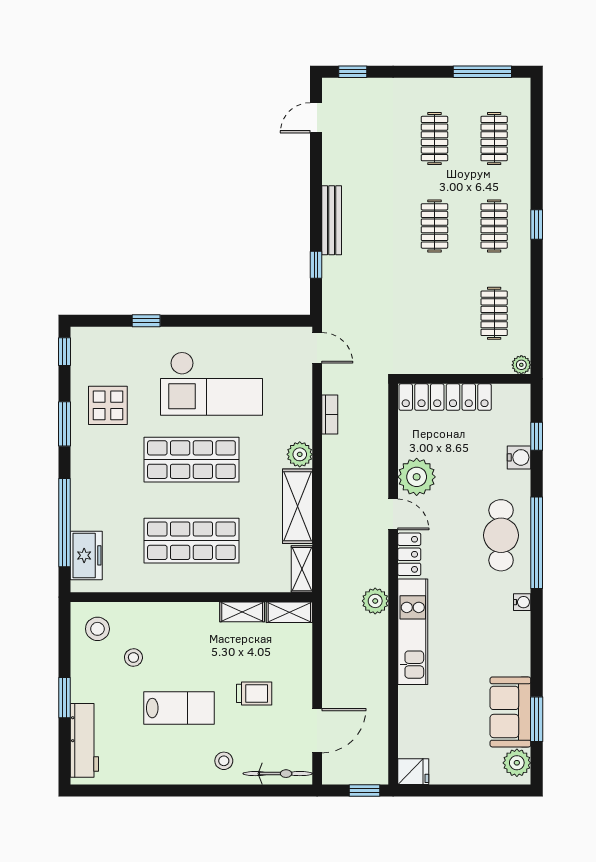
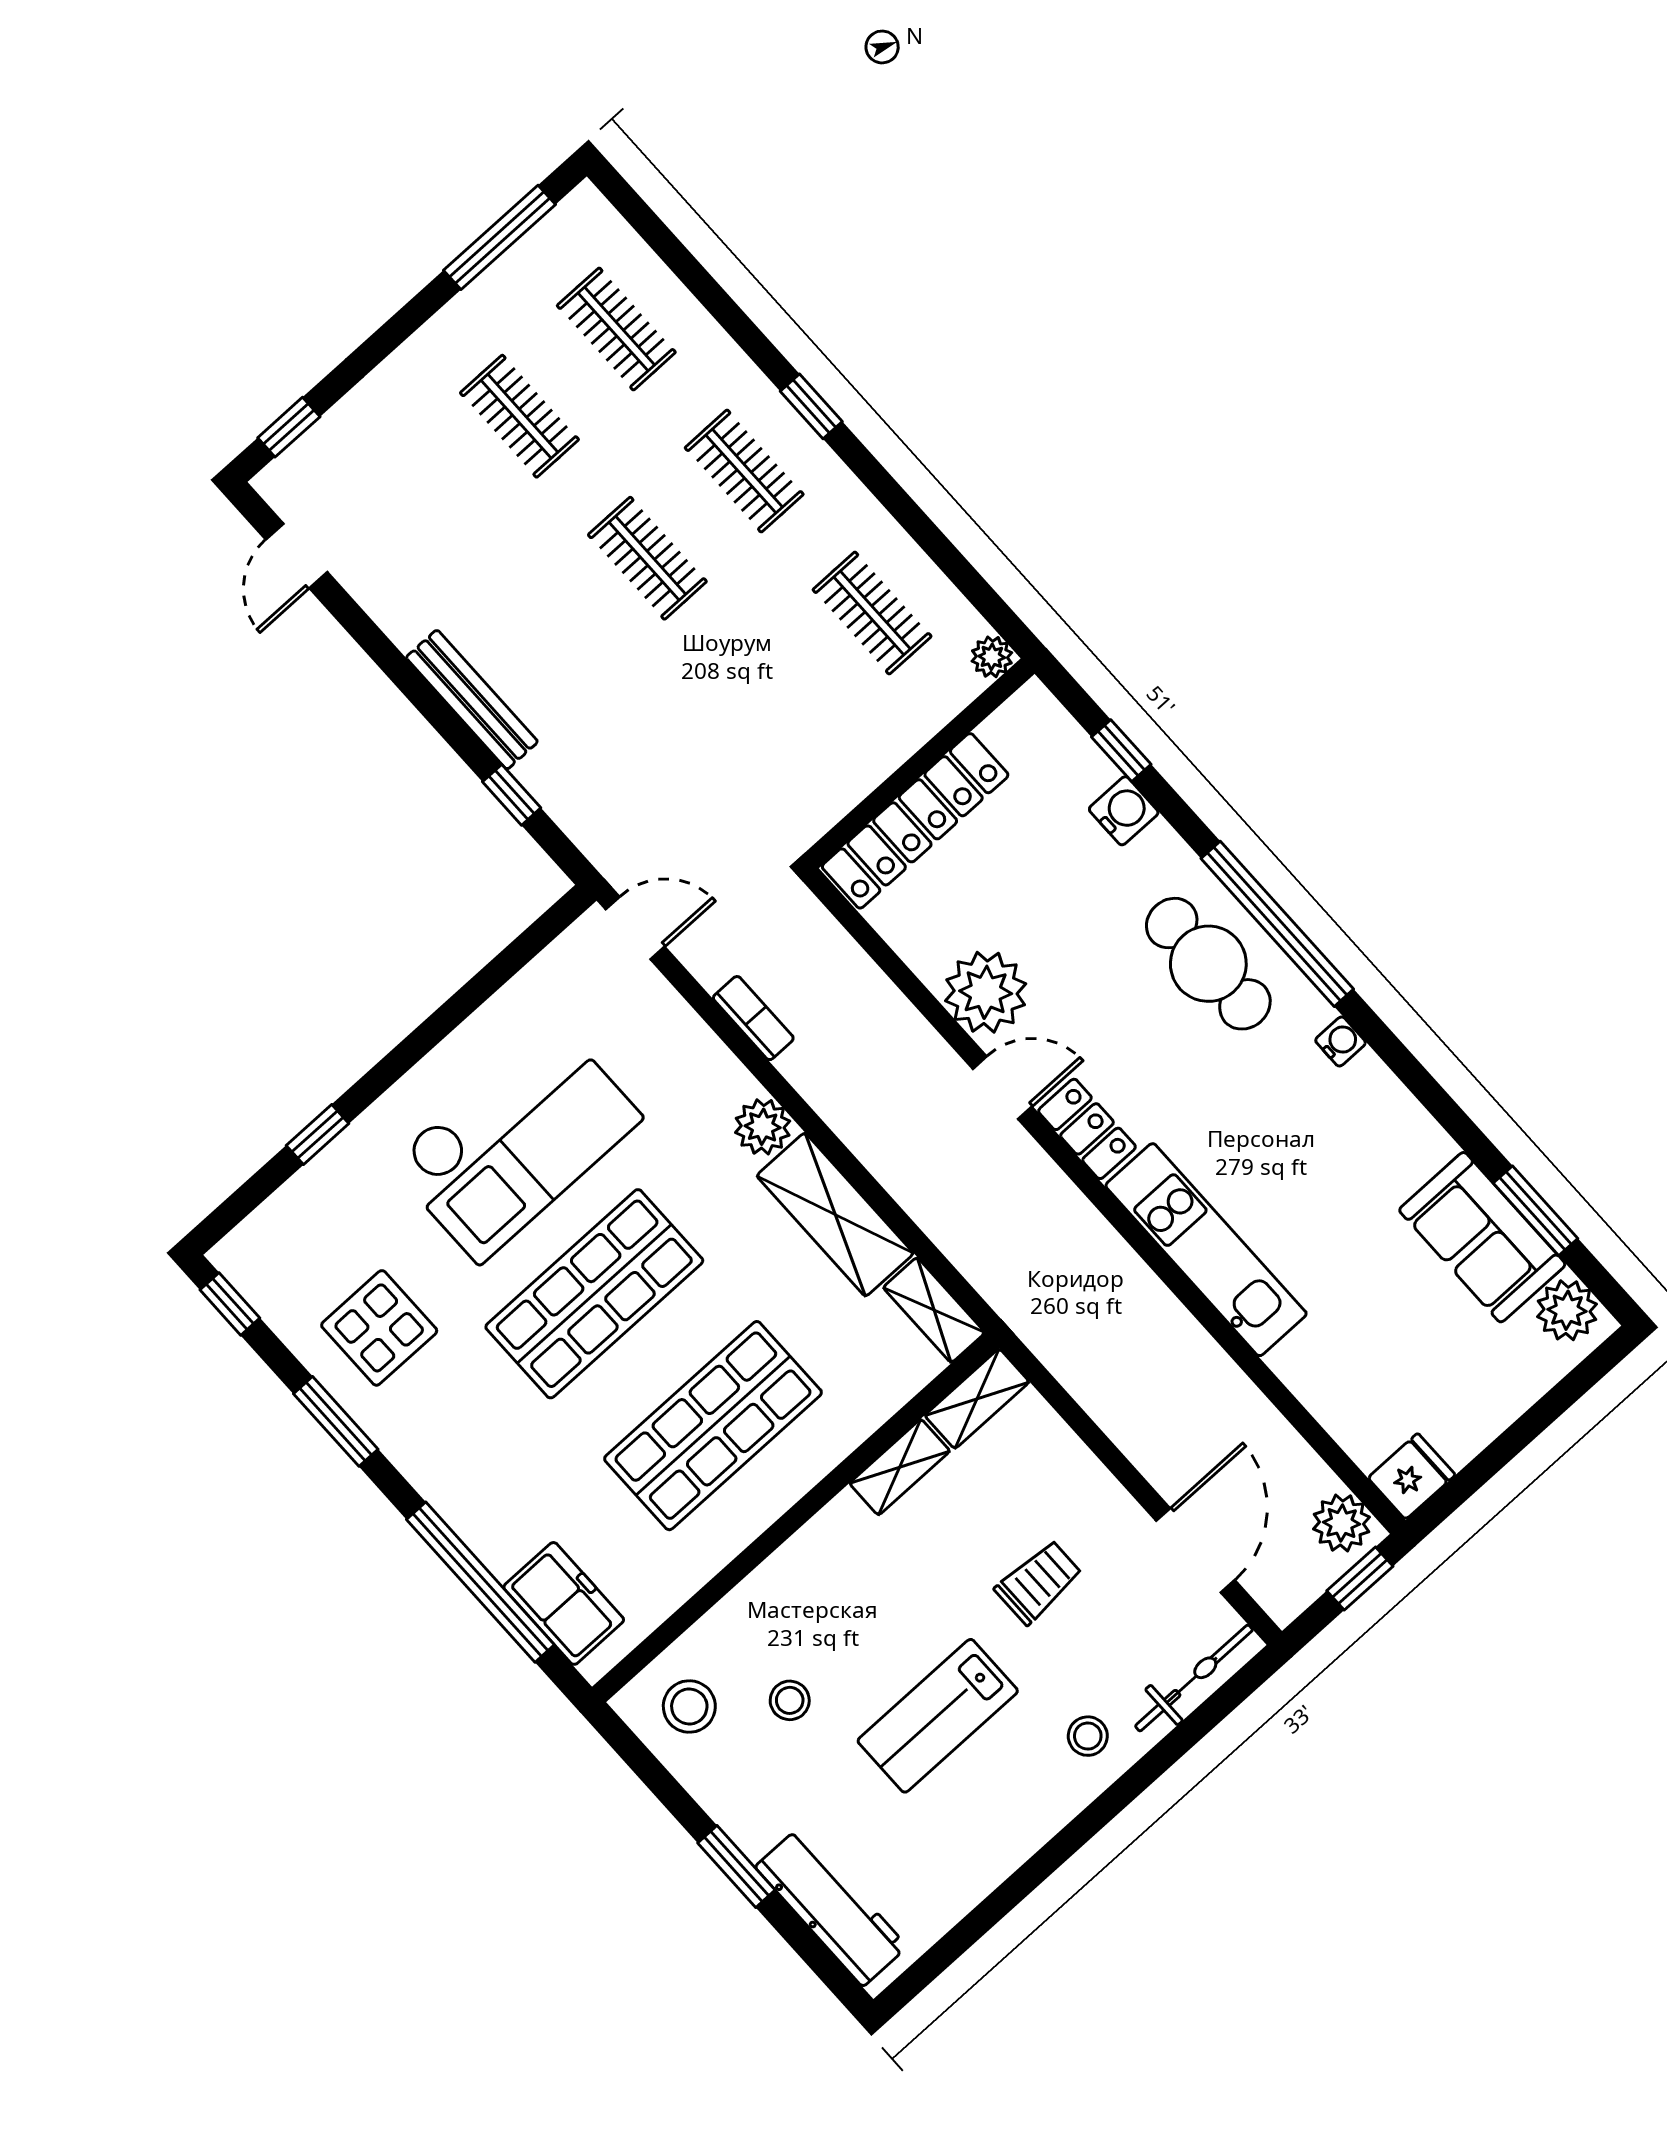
plant: (375, 601) -> (1342, 1523), moved
lab bench: (179, 708) -> (938, 1716), turned 180

